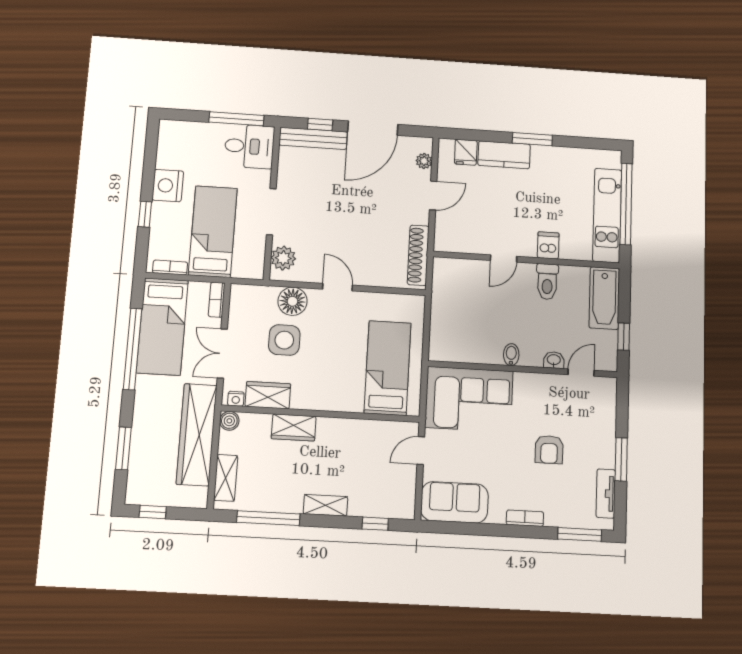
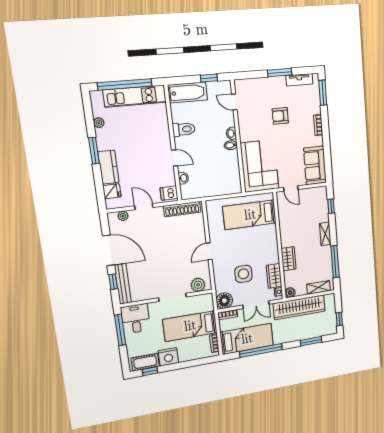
cot: (169, 146) -> (145, 362), added
plant: (574, 155) -> (99, 123), added
window: (145, 214) -> (150, 371), moved
dishwasher: (548, 245) -> (169, 193), moved
washbasin: (469, 267) -> (183, 178), added
floor lamp: (292, 301) -> (224, 301), moved
washbasin: (554, 360) -> (231, 133), moved
armchair: (549, 450) -> (280, 116), turned 180

